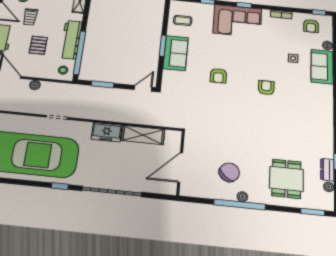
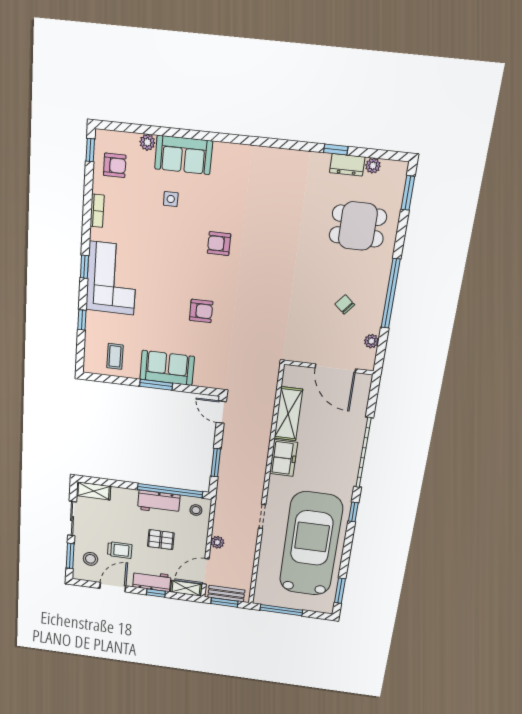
workbench: (71, 40) -> (159, 502), width x0.73
chair: (229, 172) -> (345, 304), width x0.54, depth x0.54
plant: (242, 197) -> (371, 341), moved

